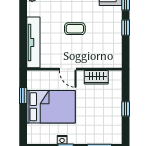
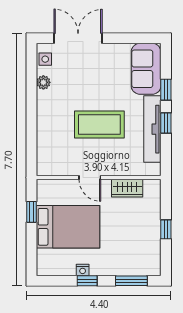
coffee table: (75, 29) -> (99, 125), width x1.86, depth x1.72
tv unit: (33, 42) -> (152, 129), moved, turned 180

